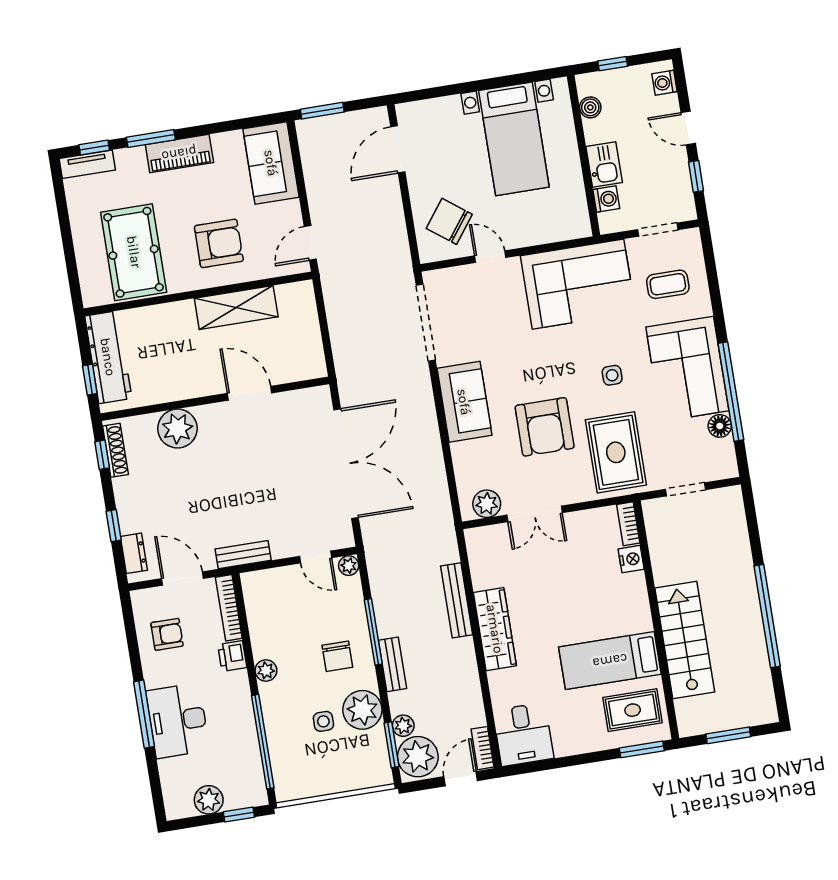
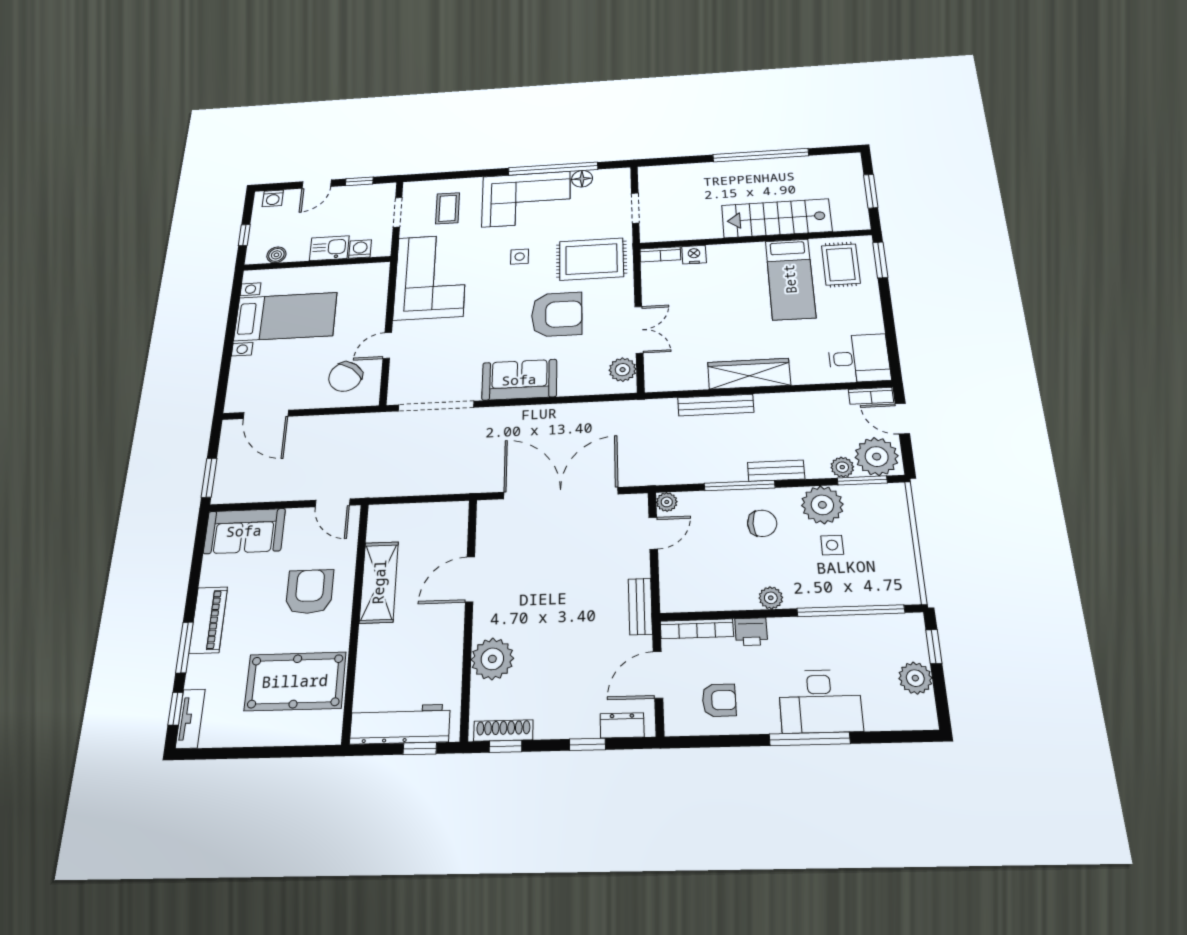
armchair: (167, 634) -> (719, 700), turned 90

